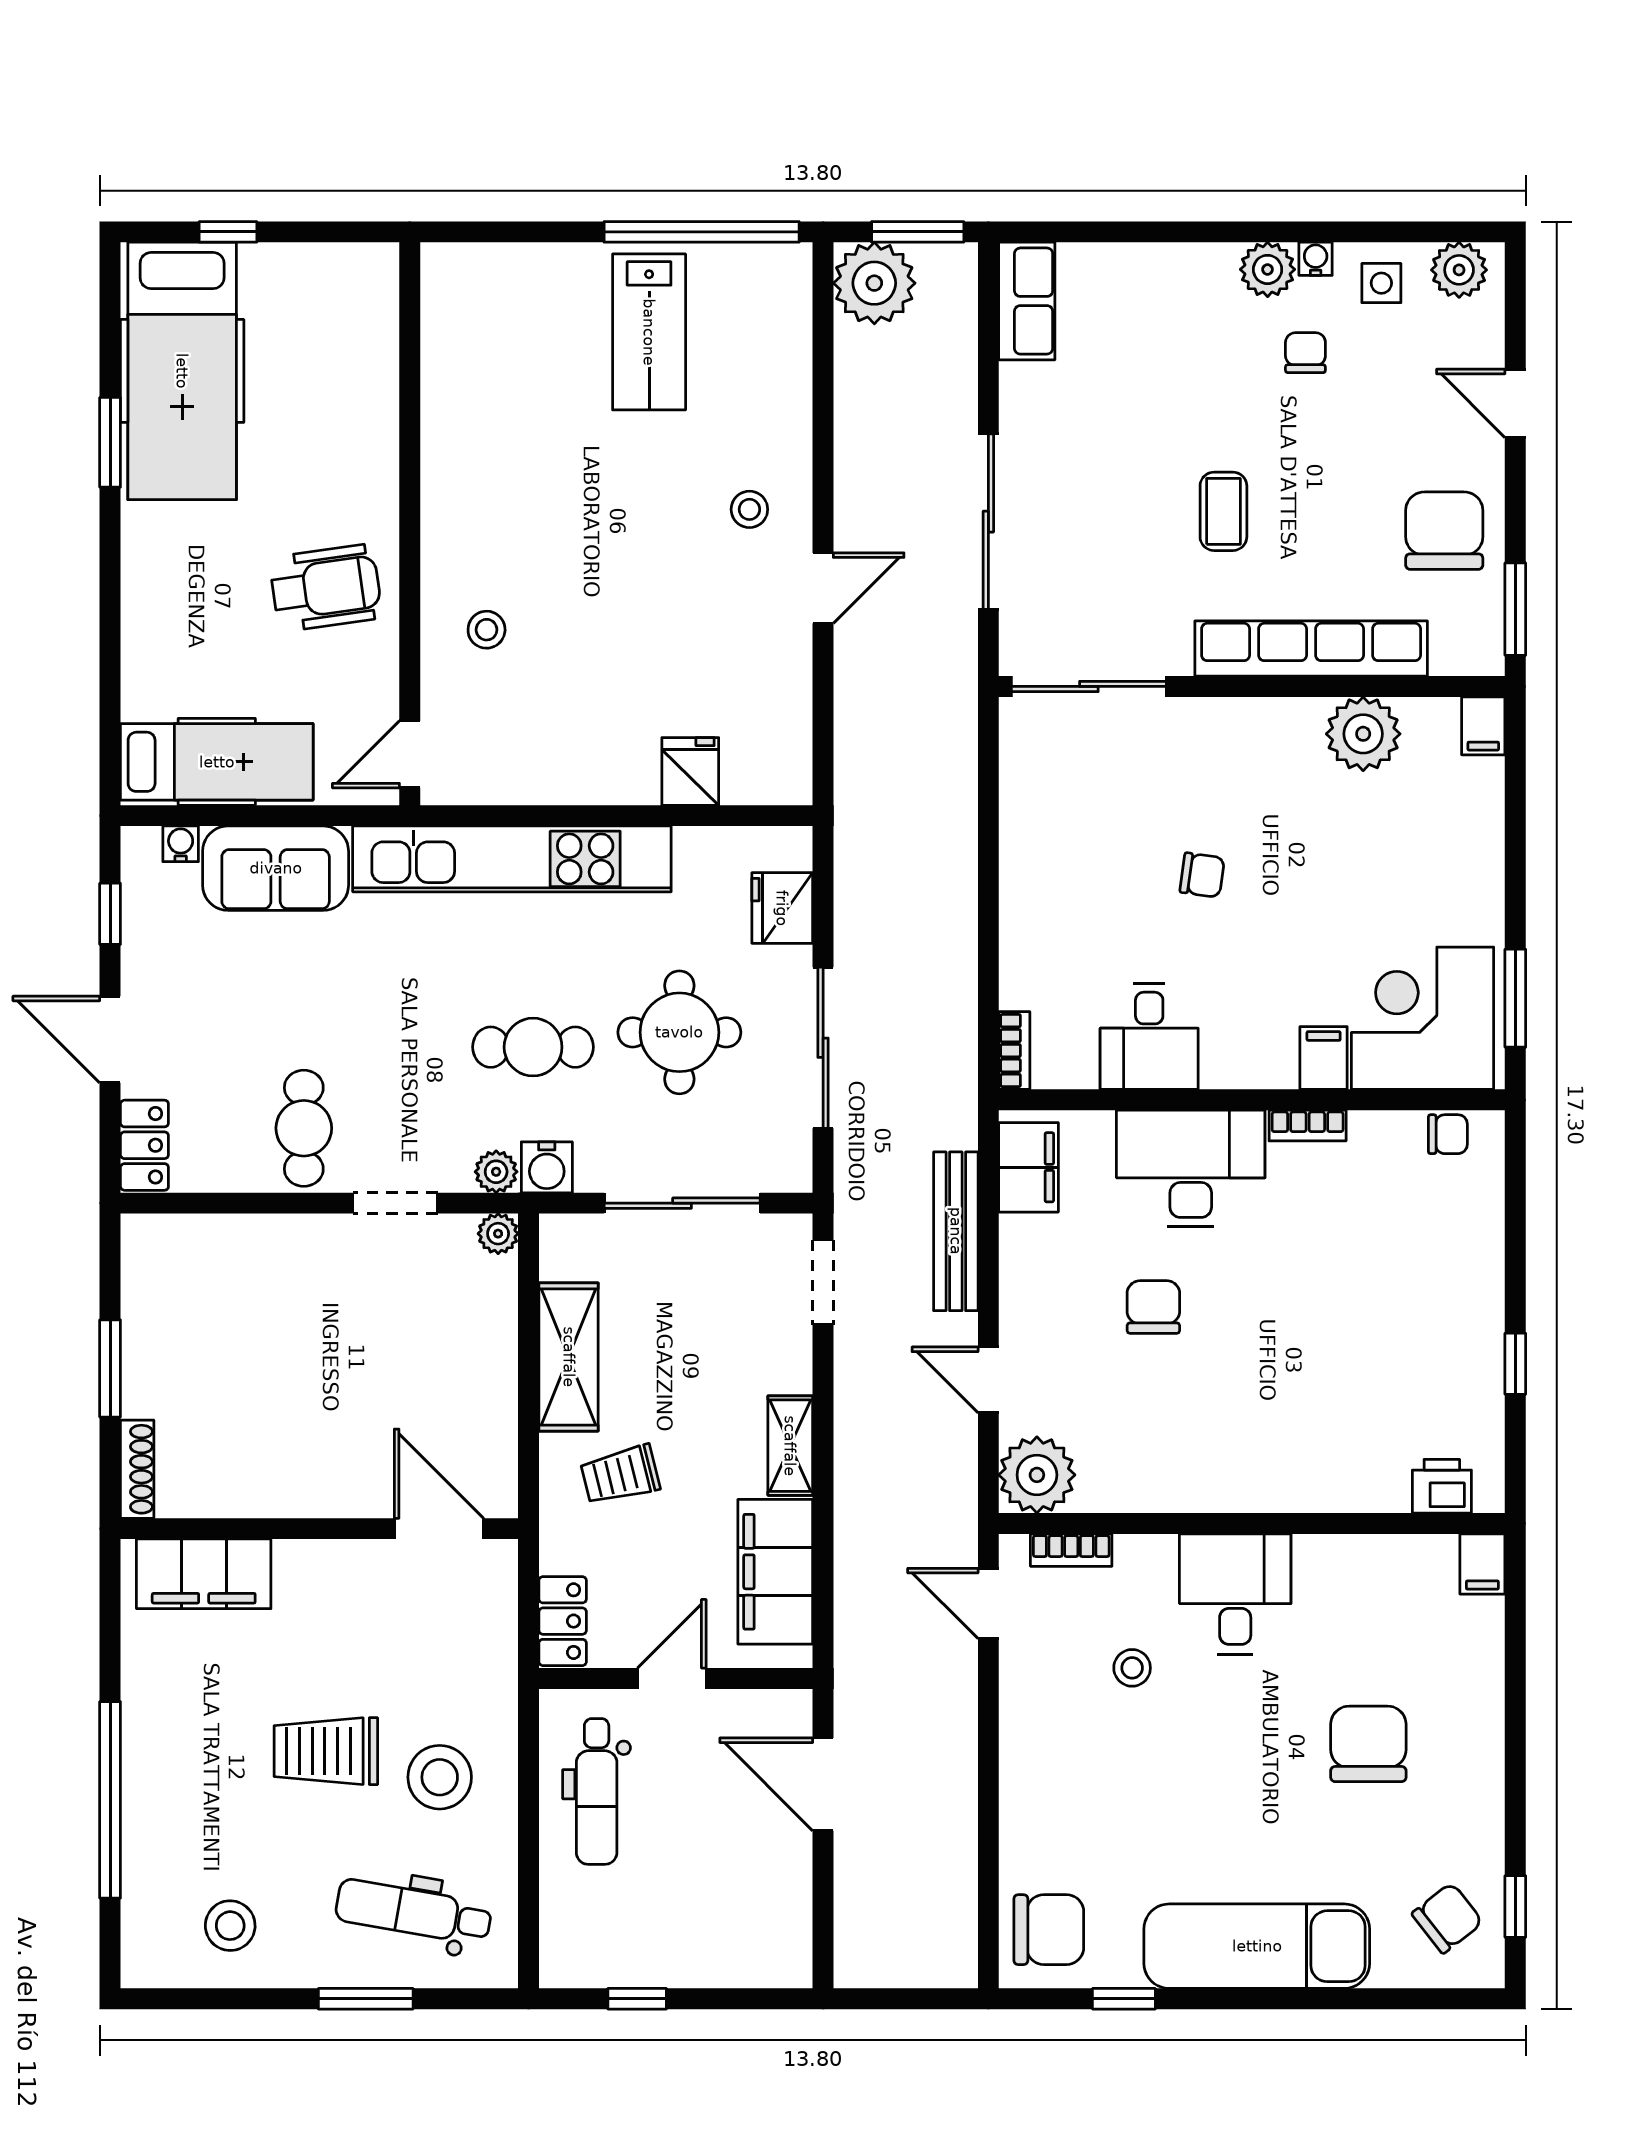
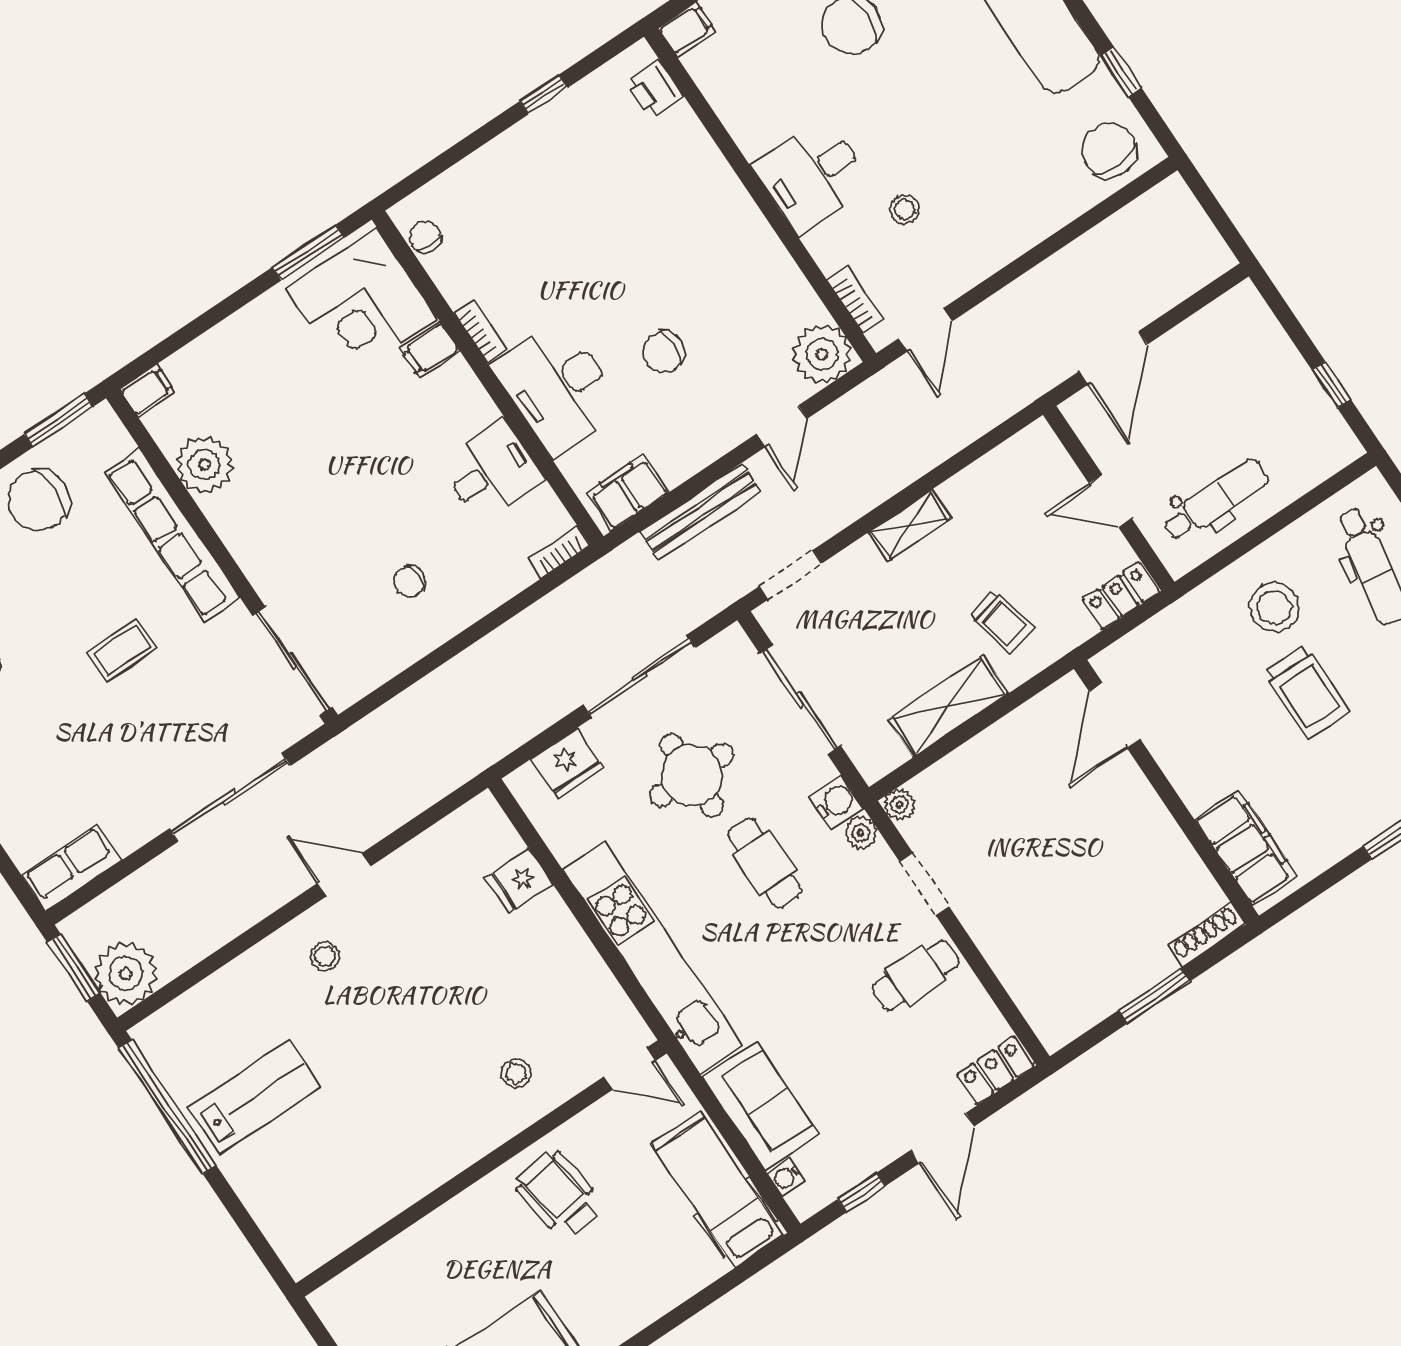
chair: (1202, 875) -> (410, 582), moved, turned -98
filing cabinet: (775, 1572) -> (997, 480), removed

